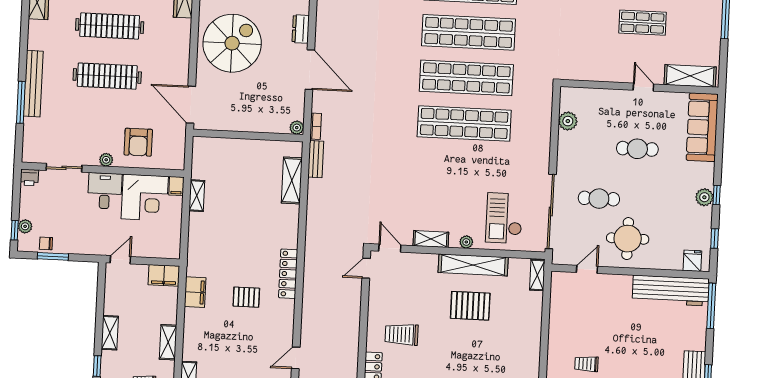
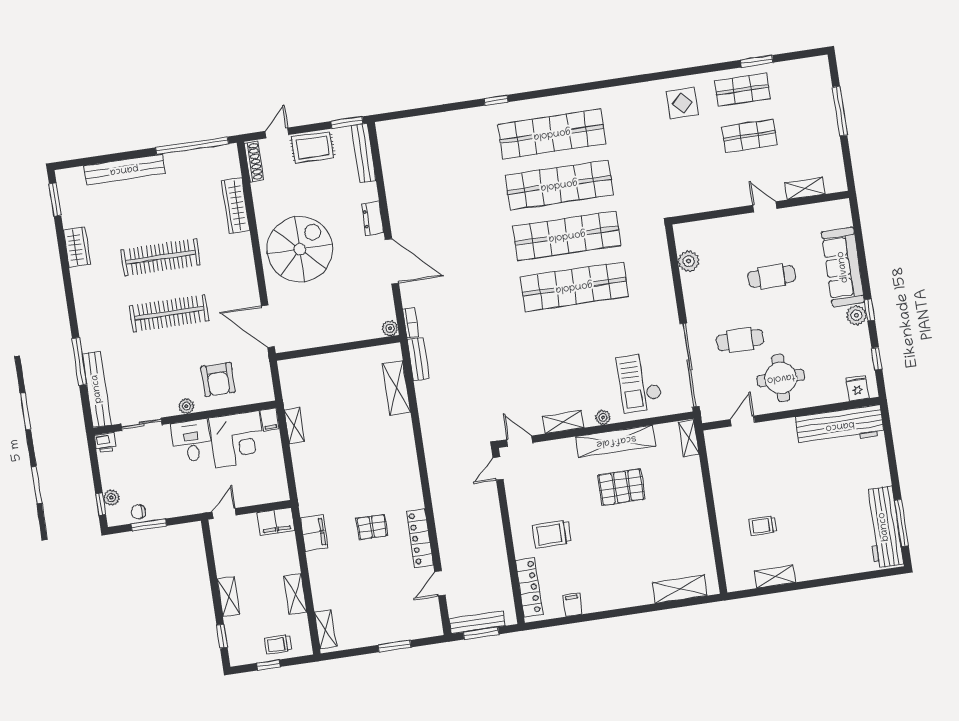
shelving: (690, 76) -> (805, 188), width x0.67, depth x0.75
bench: (33, 84) -> (97, 389), moved
sofa: (702, 127) -> (843, 267), moved
locker: (288, 274) -> (420, 538), moved
window: (711, 306) -> (888, 434), removed

